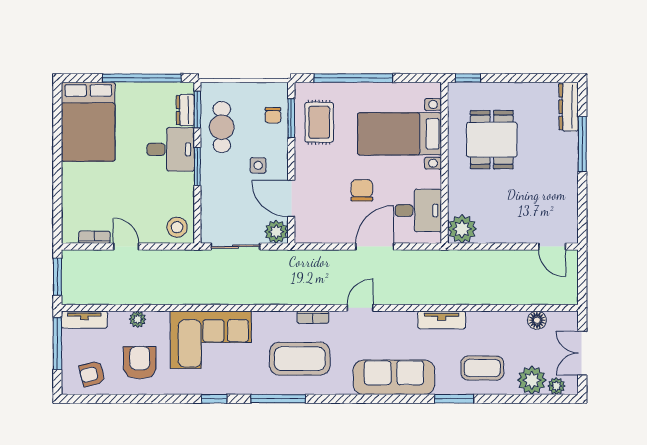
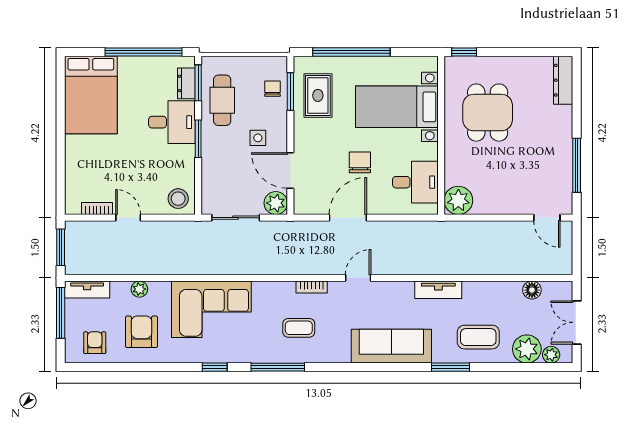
chair: (273, 115) -> (272, 89), turned 180
window: (582, 144) -> (577, 165), moved
door: (375, 247) -> (348, 218), moved
coffee table: (300, 359) -> (299, 328), width x0.54, depth x0.58
armchair: (92, 374) -> (95, 343), turned 104

